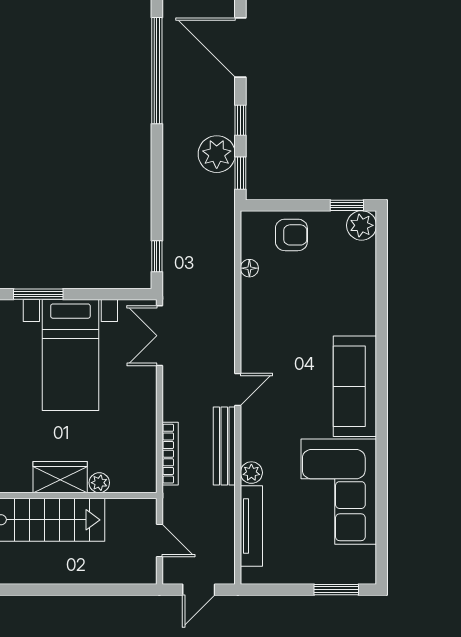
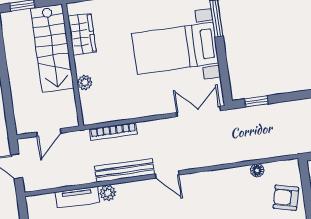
armchair: (291, 235) -> (286, 198), turned 104
wardrobe: (60, 477) -> (82, 34), moved
tv unit: (251, 526) -> (77, 197), width x0.71

